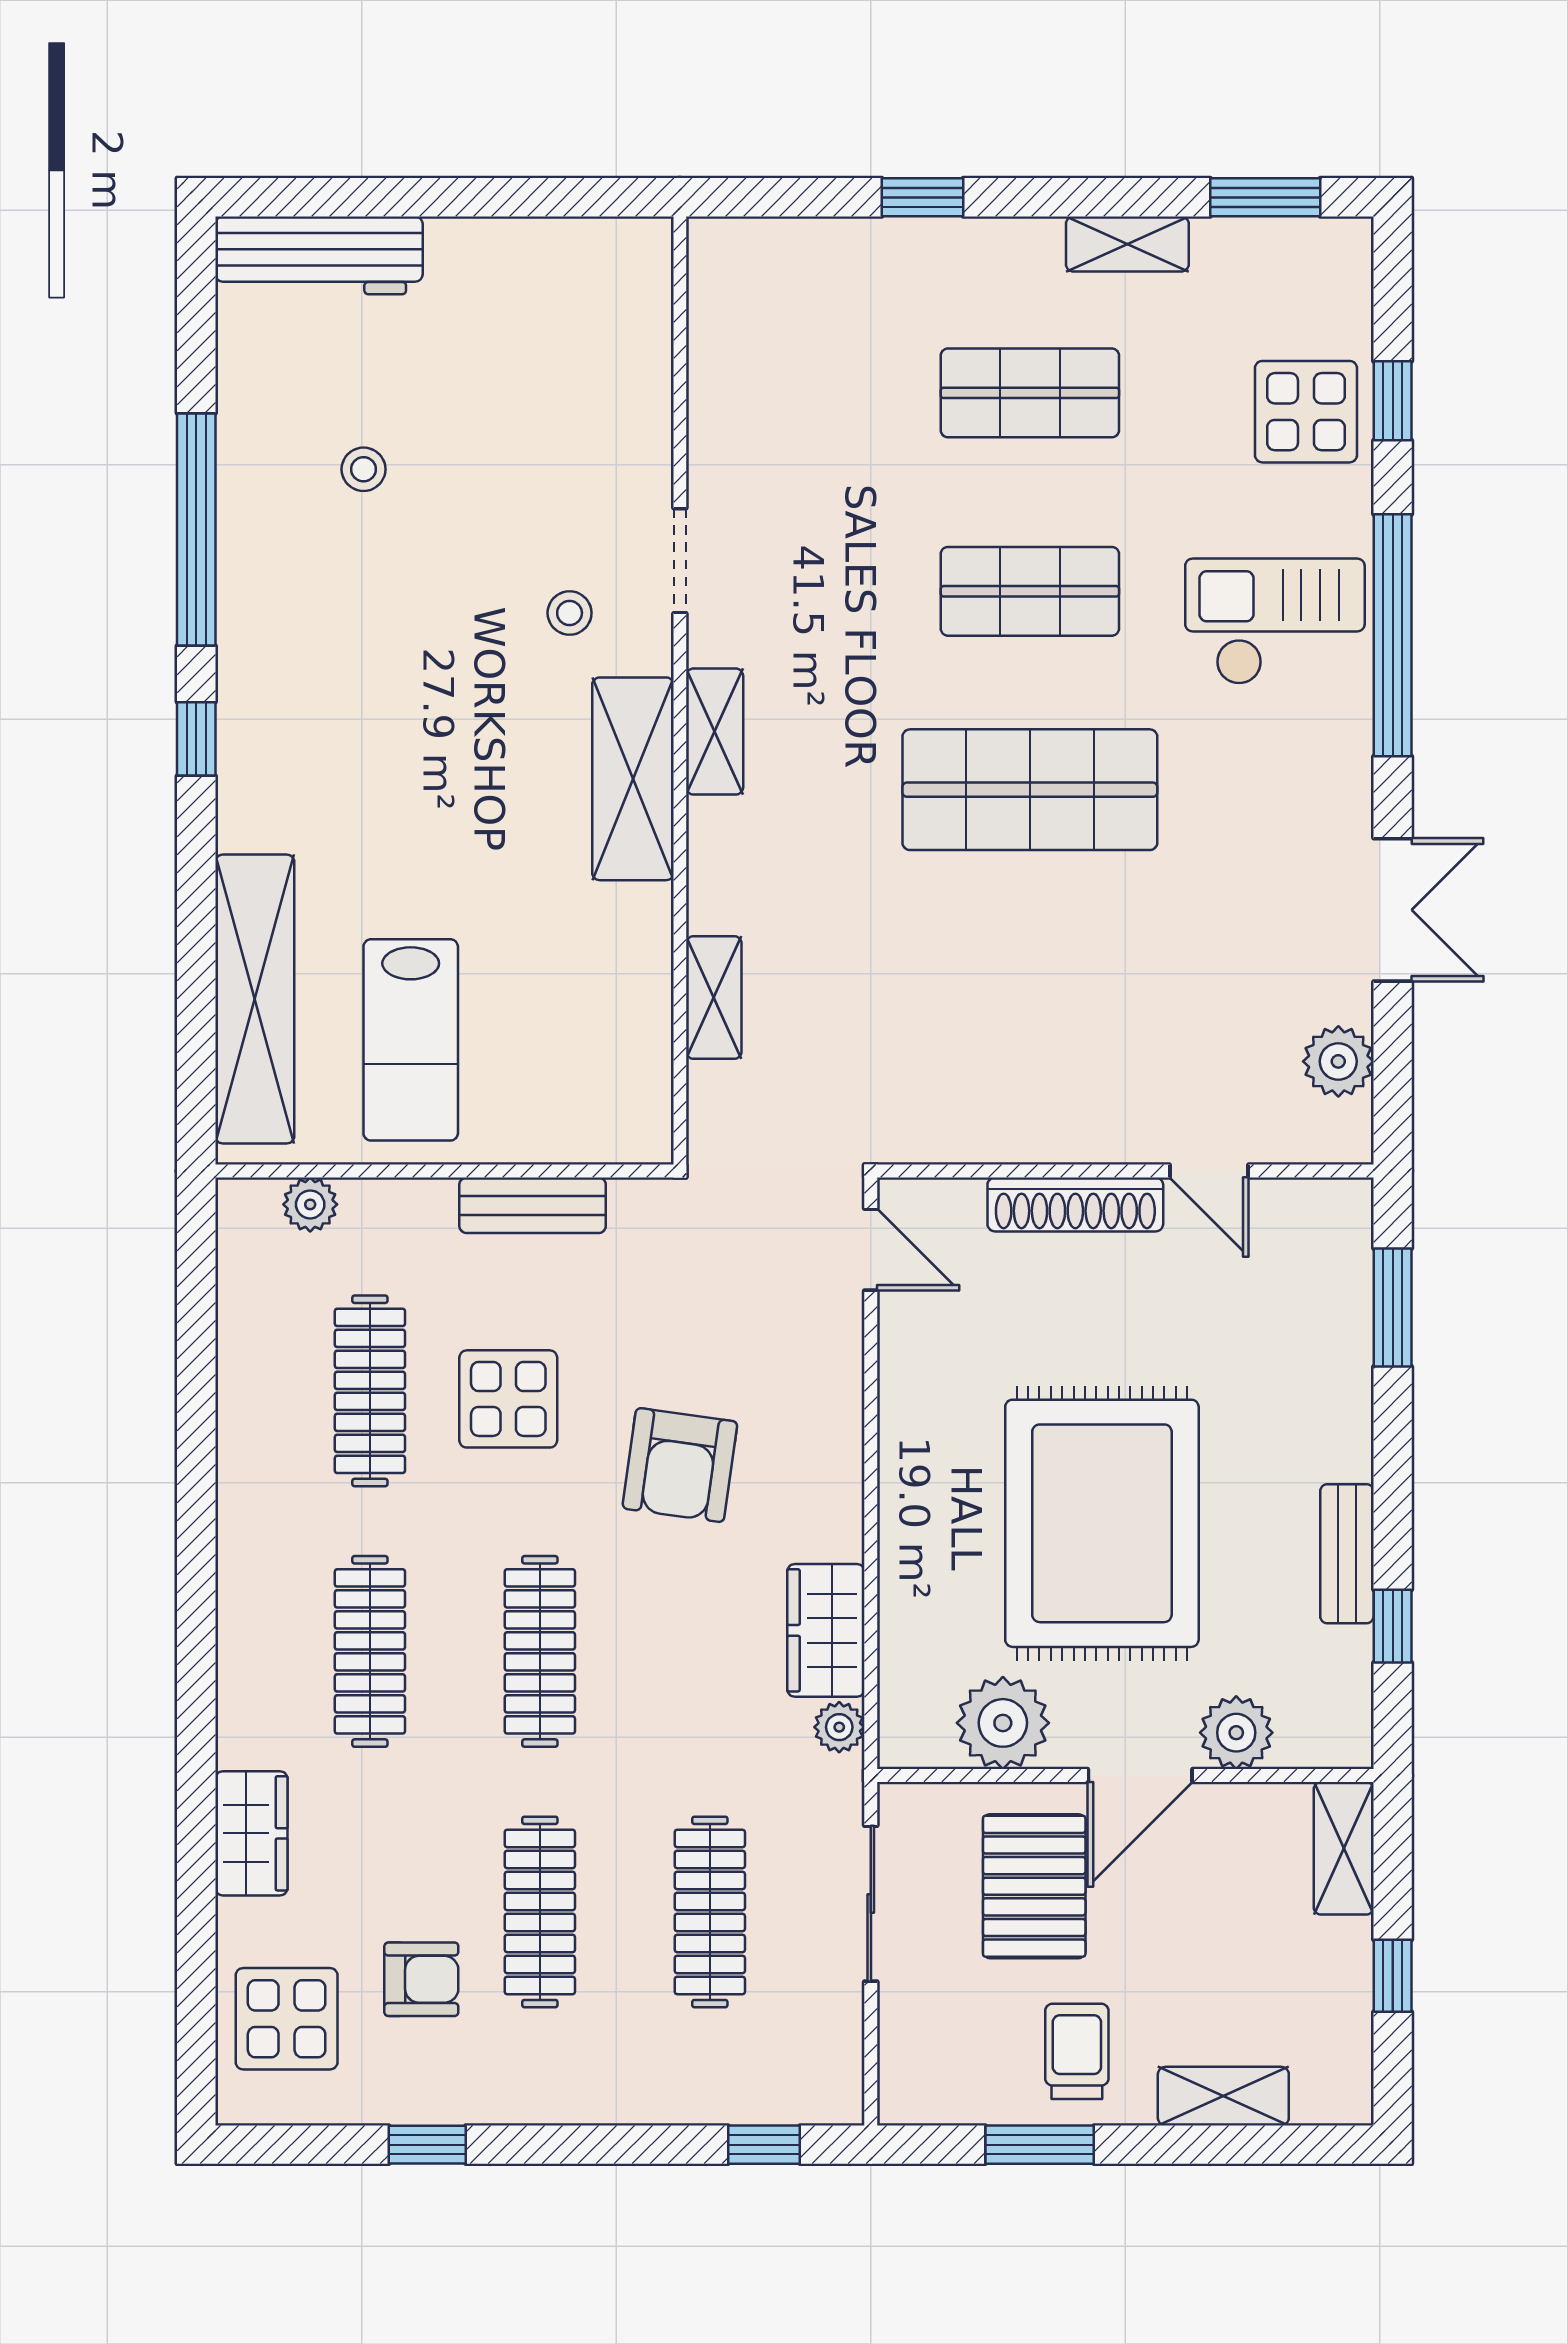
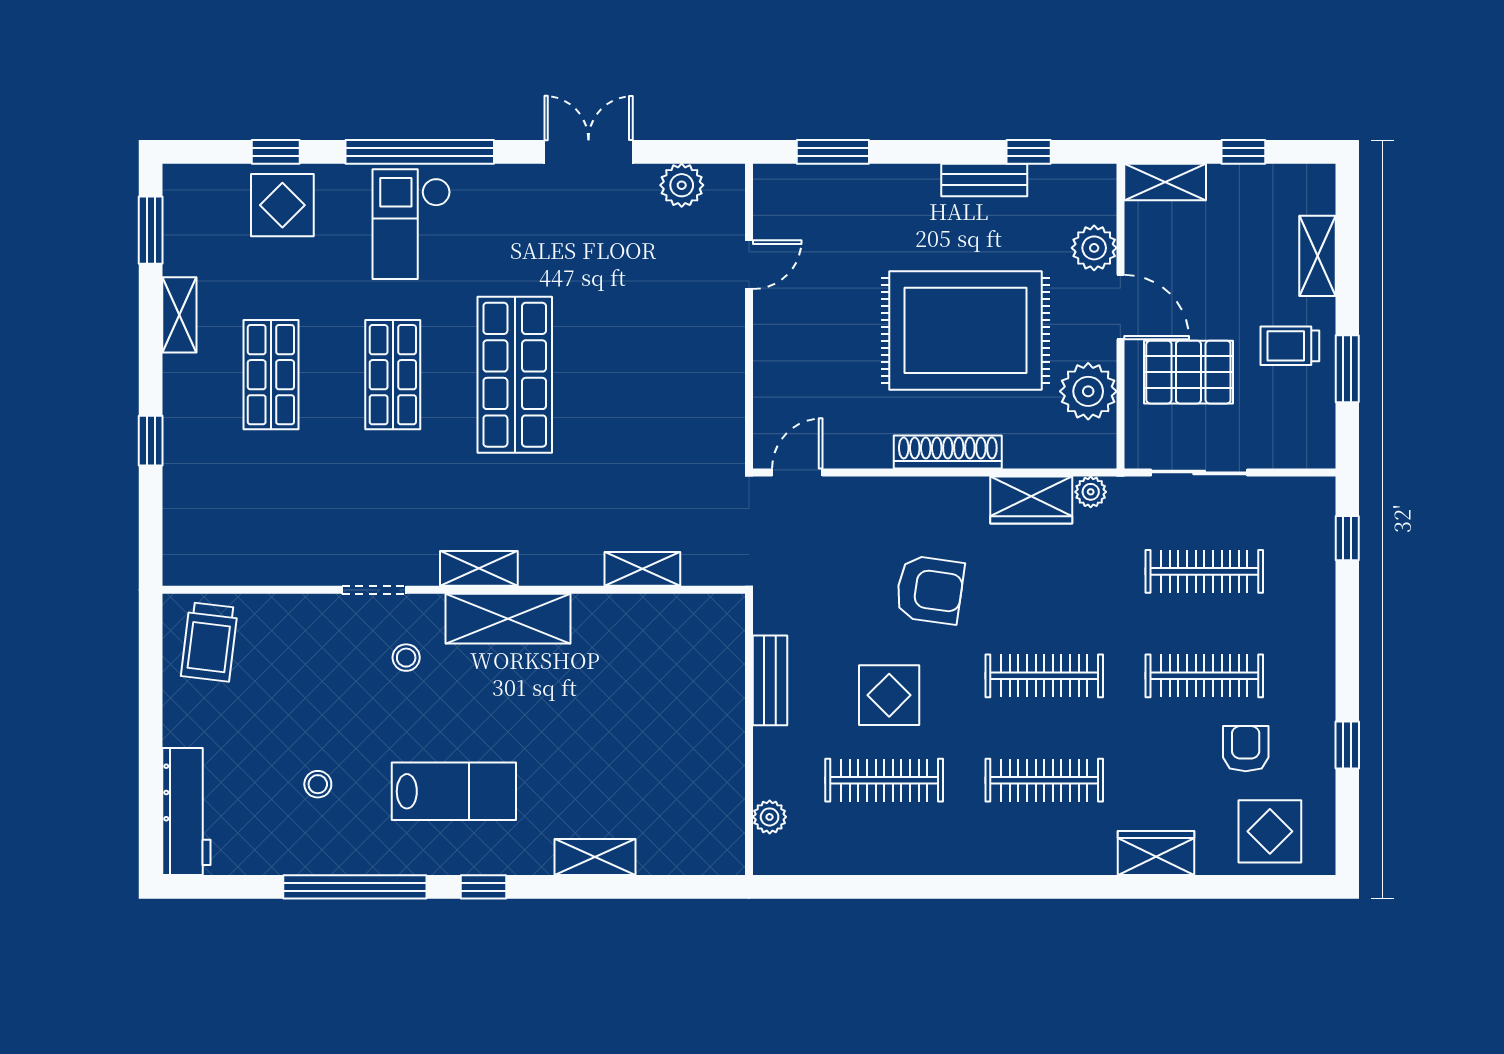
trolley: (595, 293) -> (209, 642), added
shelving: (255, 999) -> (595, 857), width x0.45, depth x0.75
lab bench: (411, 1040) -> (454, 791), moved
shoe rack: (1075, 1204) -> (948, 452), moved, turned -90

